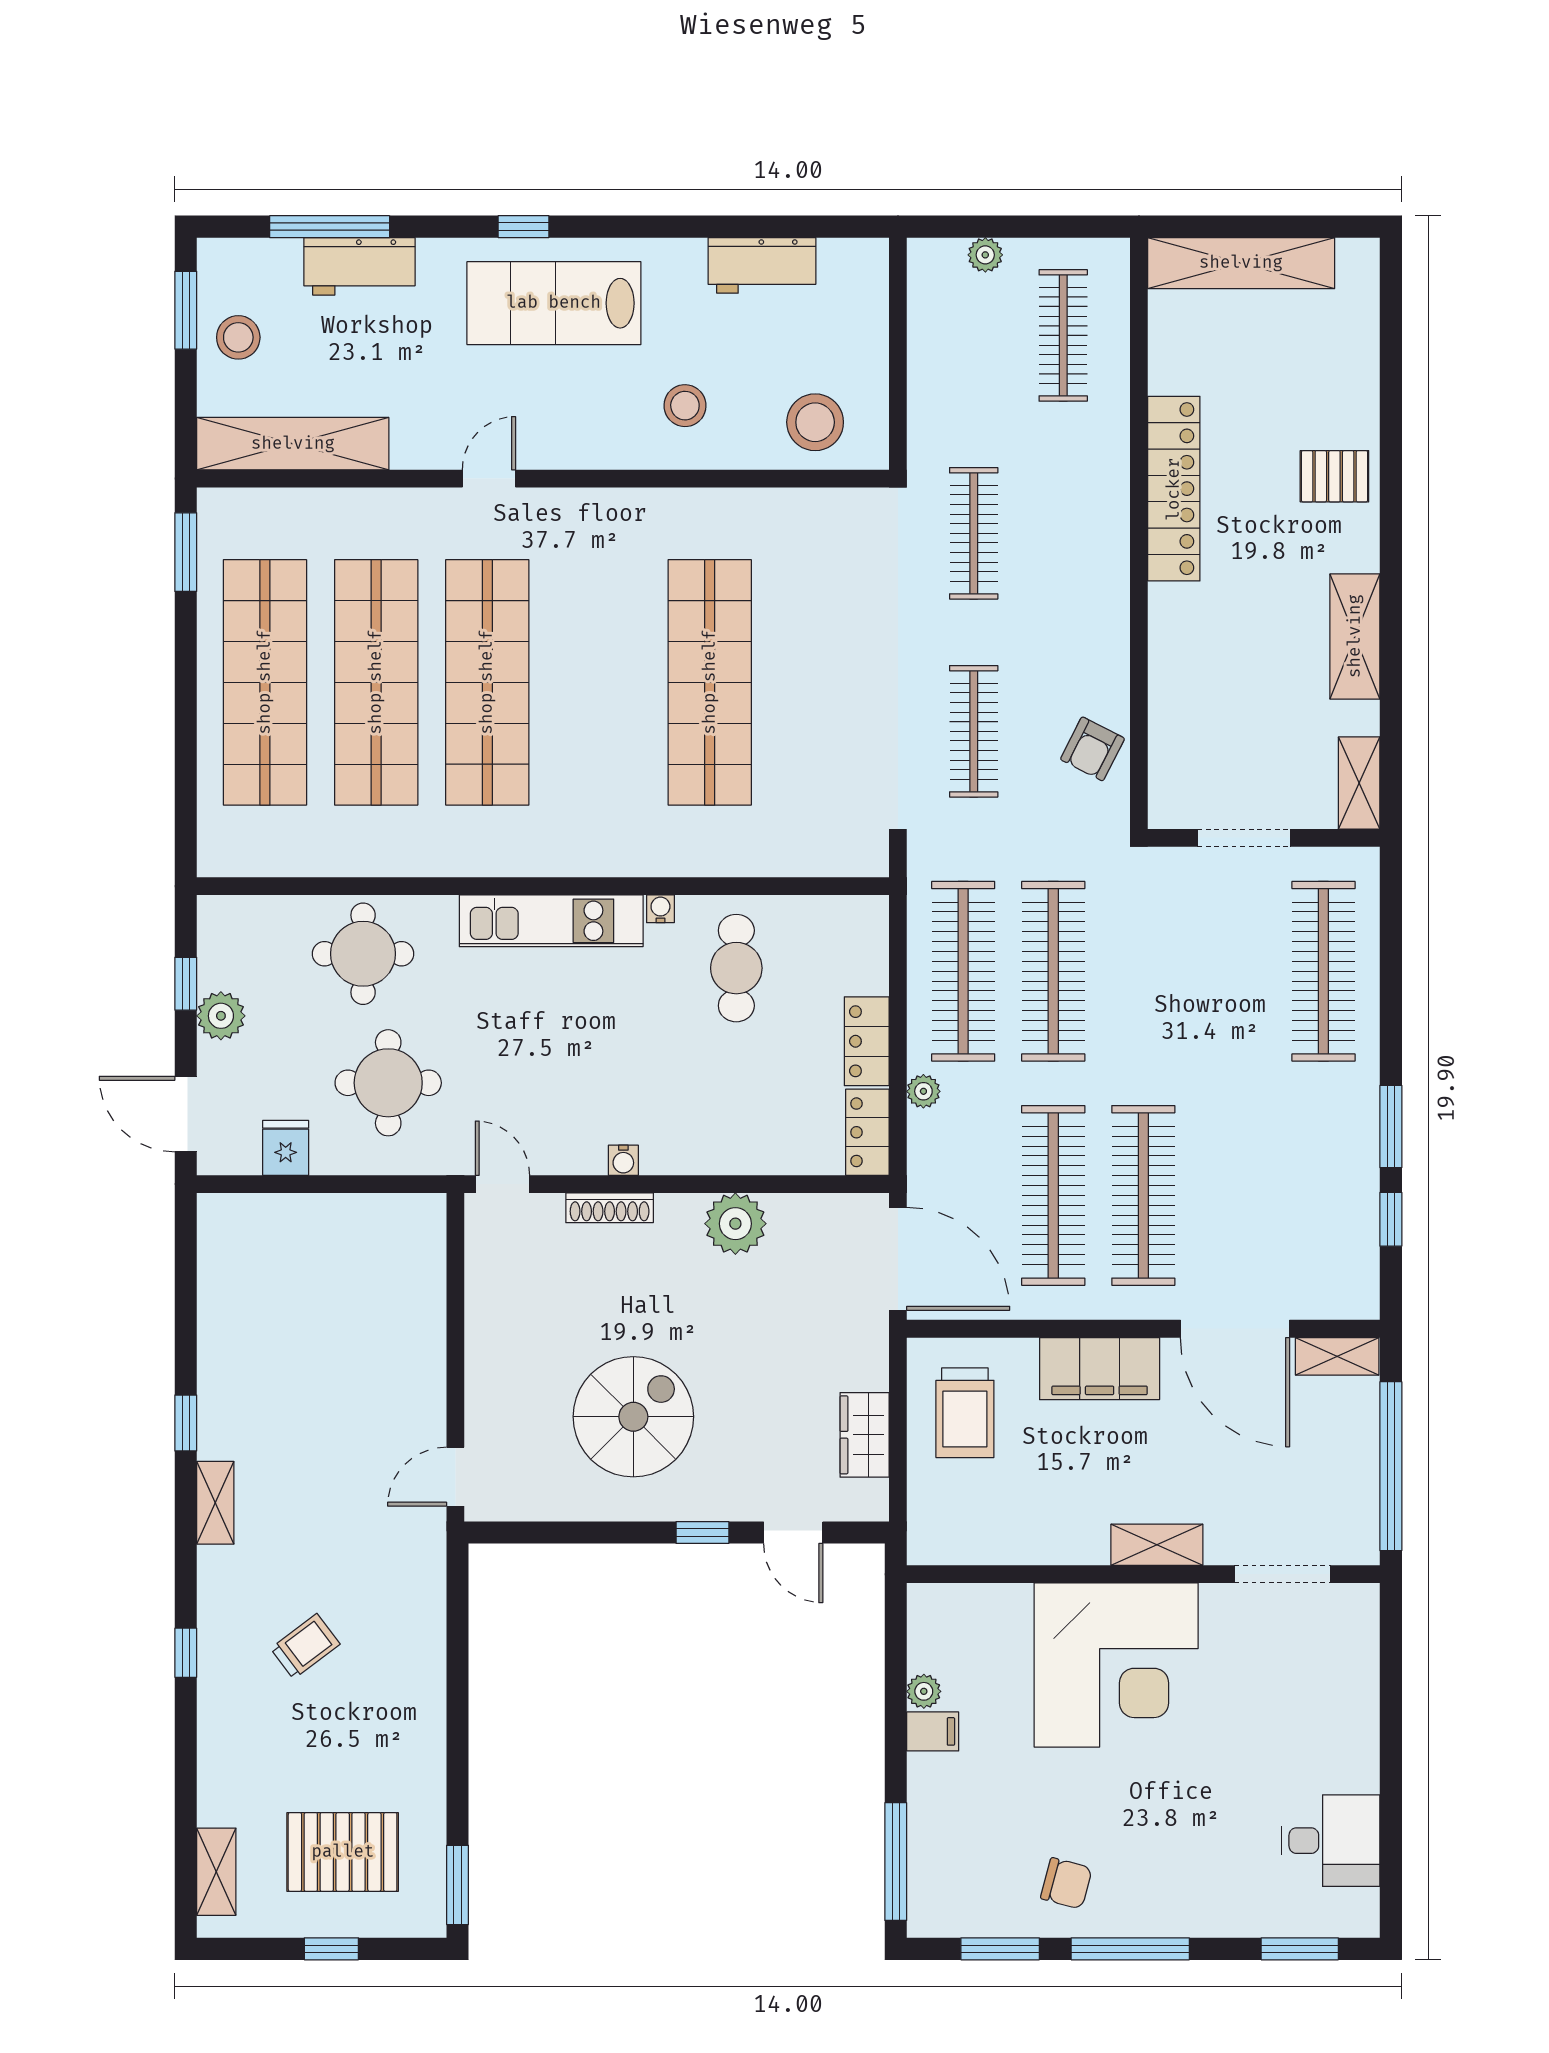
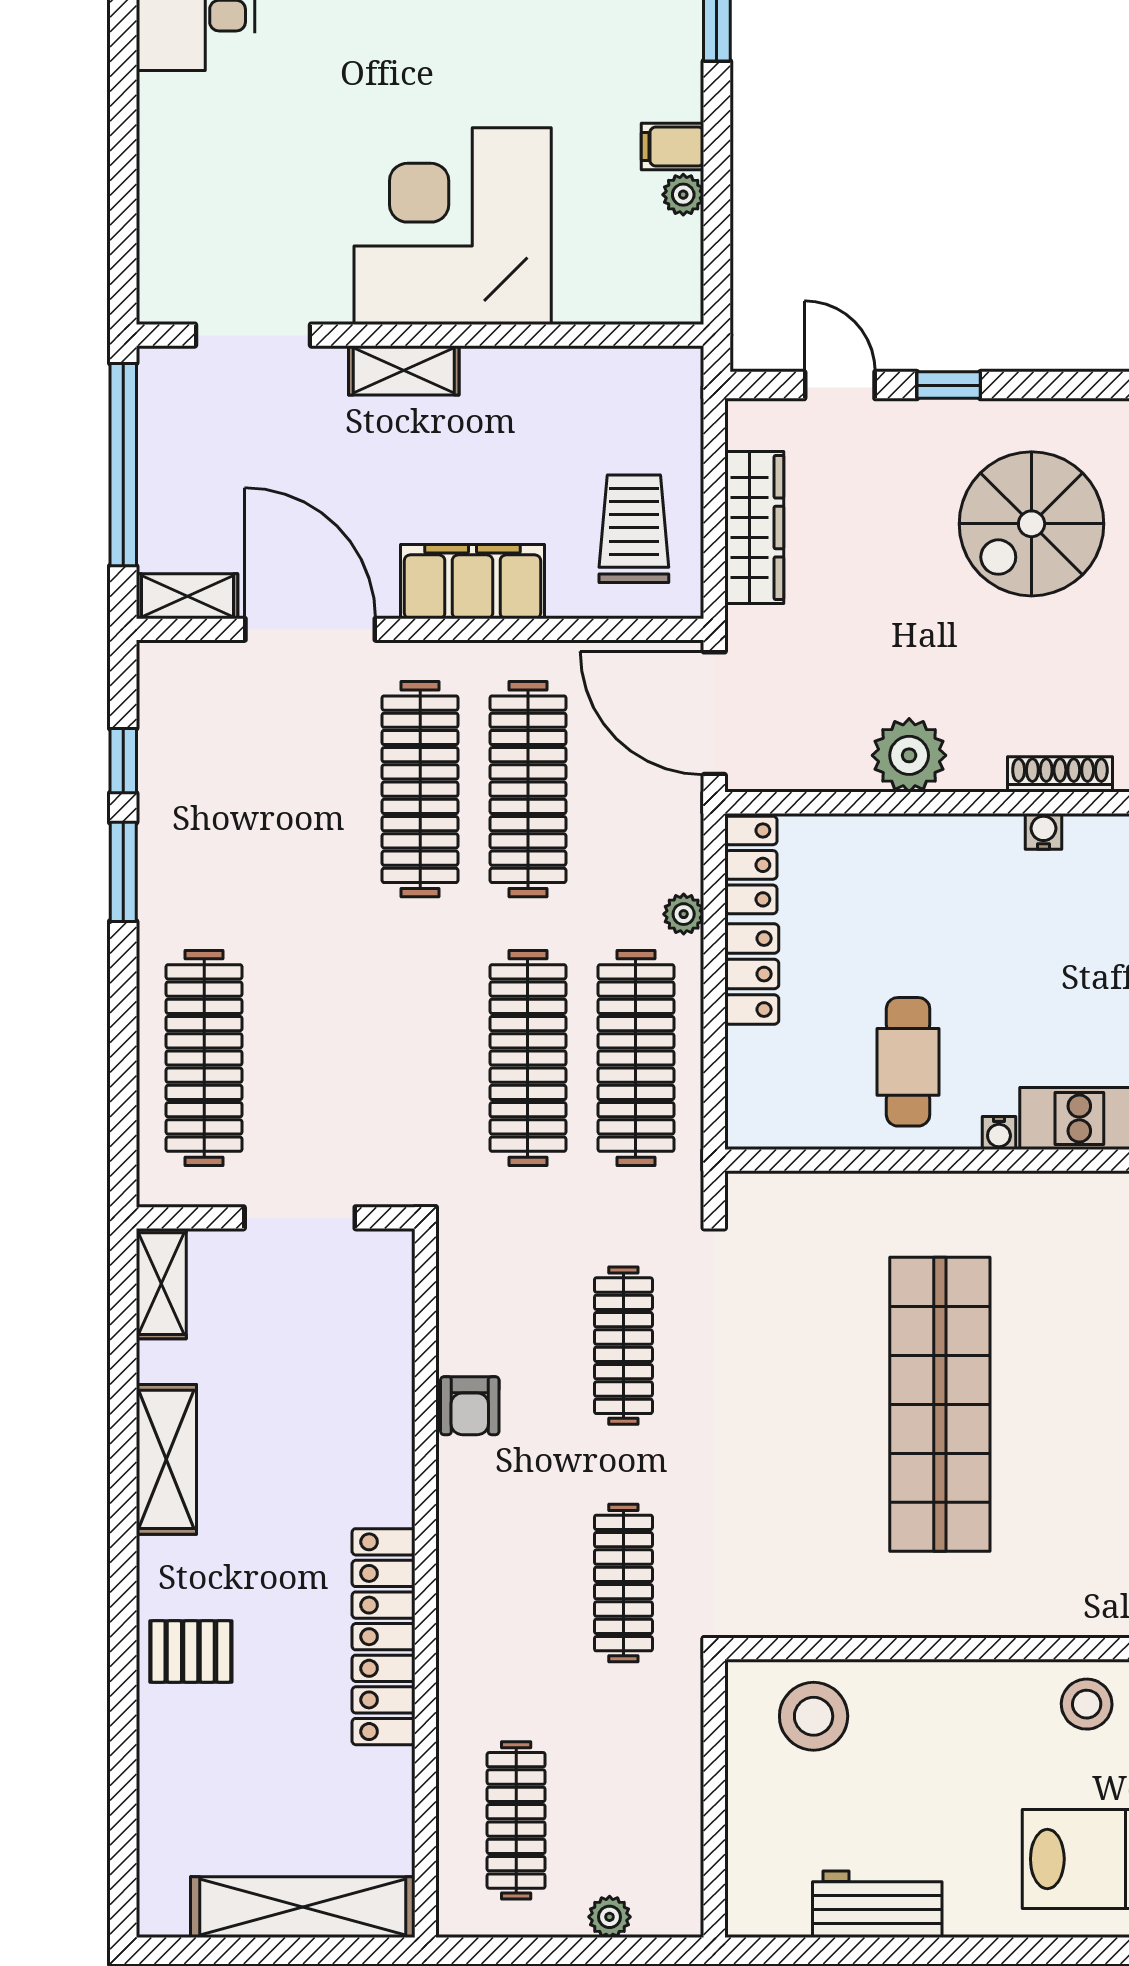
stool: (685, 406) -> (1087, 1704), moved
armchair: (1092, 749) -> (470, 1406), moved, turned 153
wardrobe: (865, 1435) -> (754, 527), width x1.50

